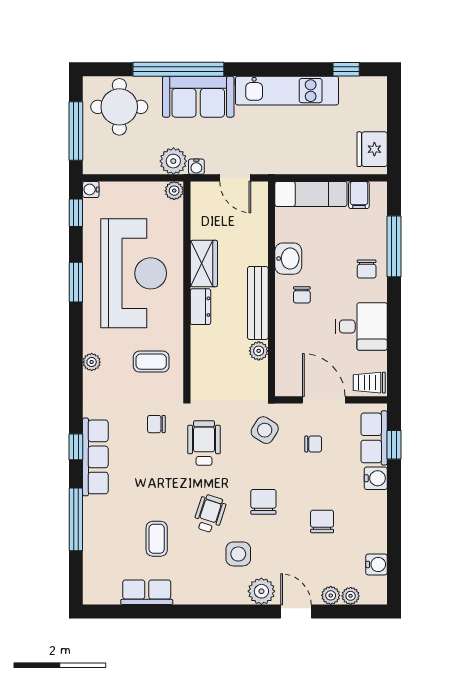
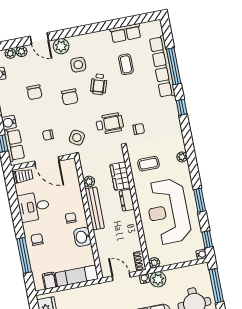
shoe rack: (198, 198) -> (140, 261), added
wardrobe: (204, 263) -> (120, 176), moved
wheelchair: (204, 443) -> (110, 124), turned -90
row of seats: (95, 457) -> (162, 67), moved, width x1.36

